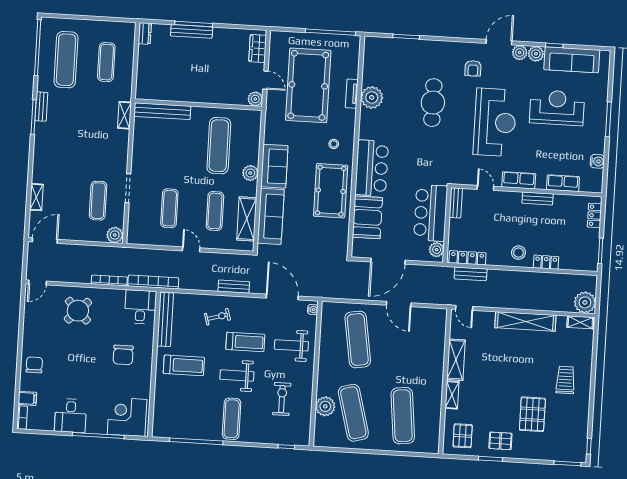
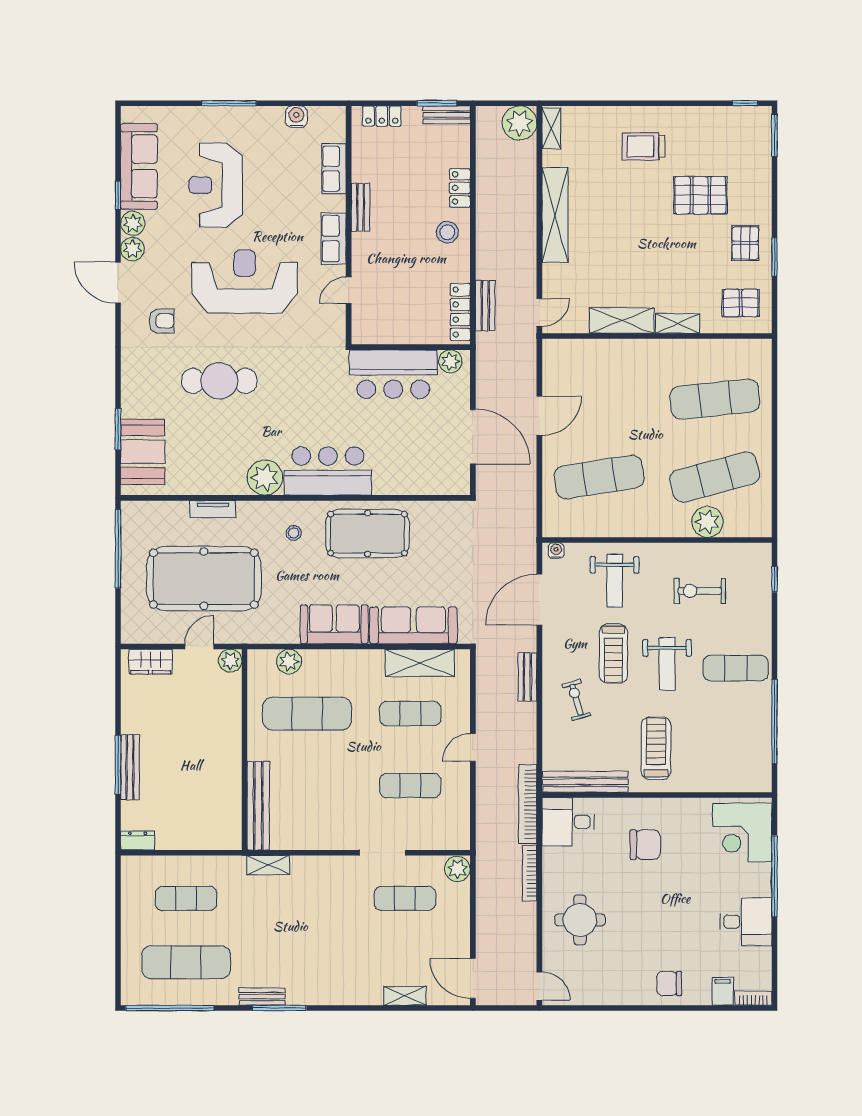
plant: (372, 97) -> (265, 478), moved
plant: (250, 173) -> (289, 662), moved
bench: (456, 203) -> (447, 115), moved
booth: (367, 217) -> (143, 452), moved, turned 90
round table: (78, 311) -> (580, 920), turned 45
treadmill: (245, 342) -> (613, 654), turned 180

